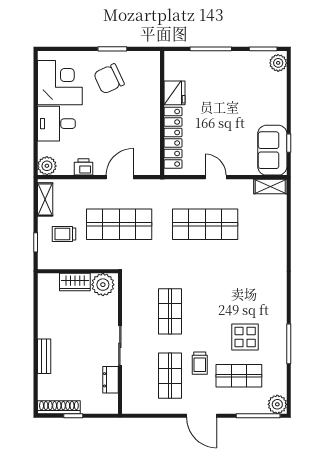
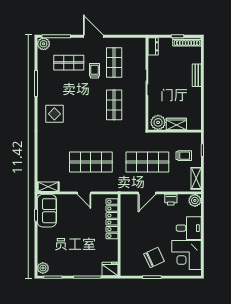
fridge: (174, 93) -> (110, 269), moved, turned 90
display table: (245, 337) -> (54, 114), moved
dresser: (110, 380) -> (153, 46), moved

